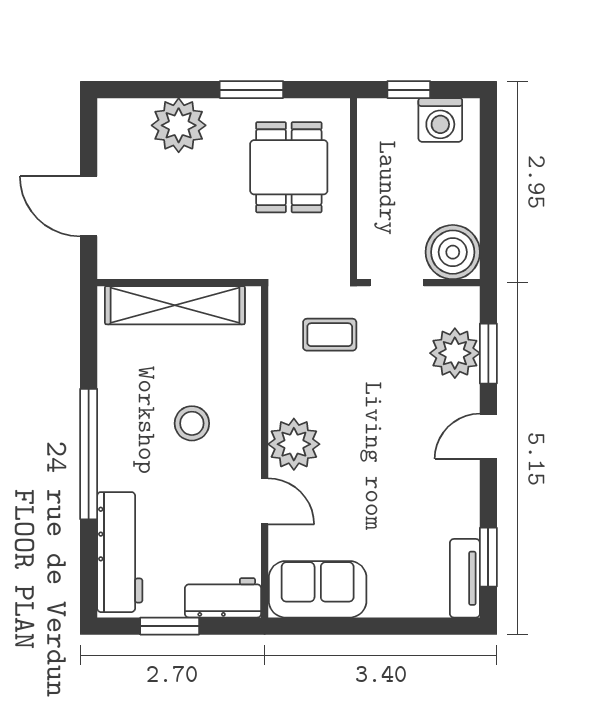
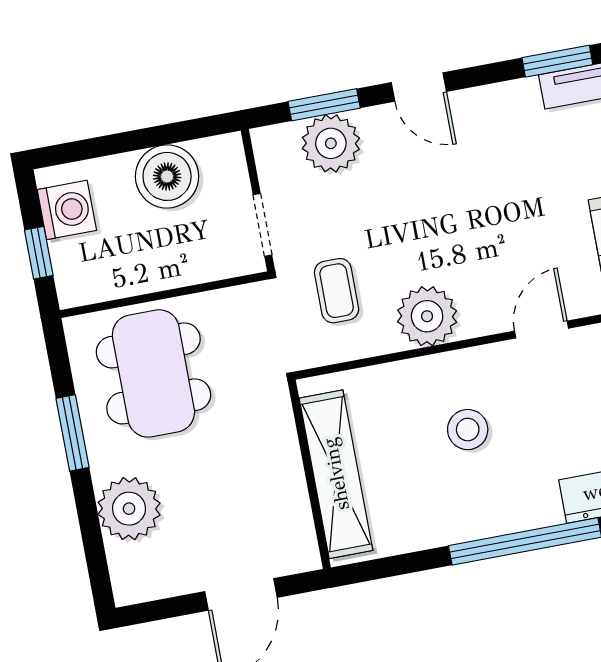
dining table: (289, 167) -> (153, 373), width x1.37
boiler: (453, 252) -> (167, 176), moved
plant: (294, 444) -> (427, 316), moved

